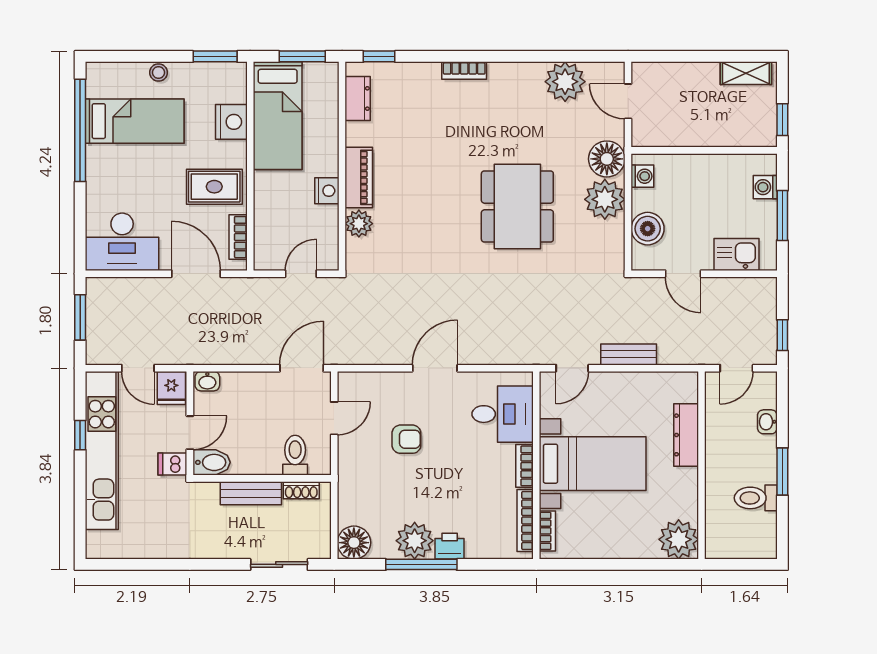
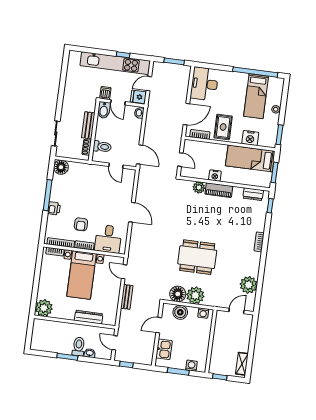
floor lamp: (607, 159) -> (178, 294), moved
armchair: (406, 439) -> (81, 224), moved
toilet: (756, 498) -> (79, 347), moved
plant: (415, 541) -> (58, 194), removed

